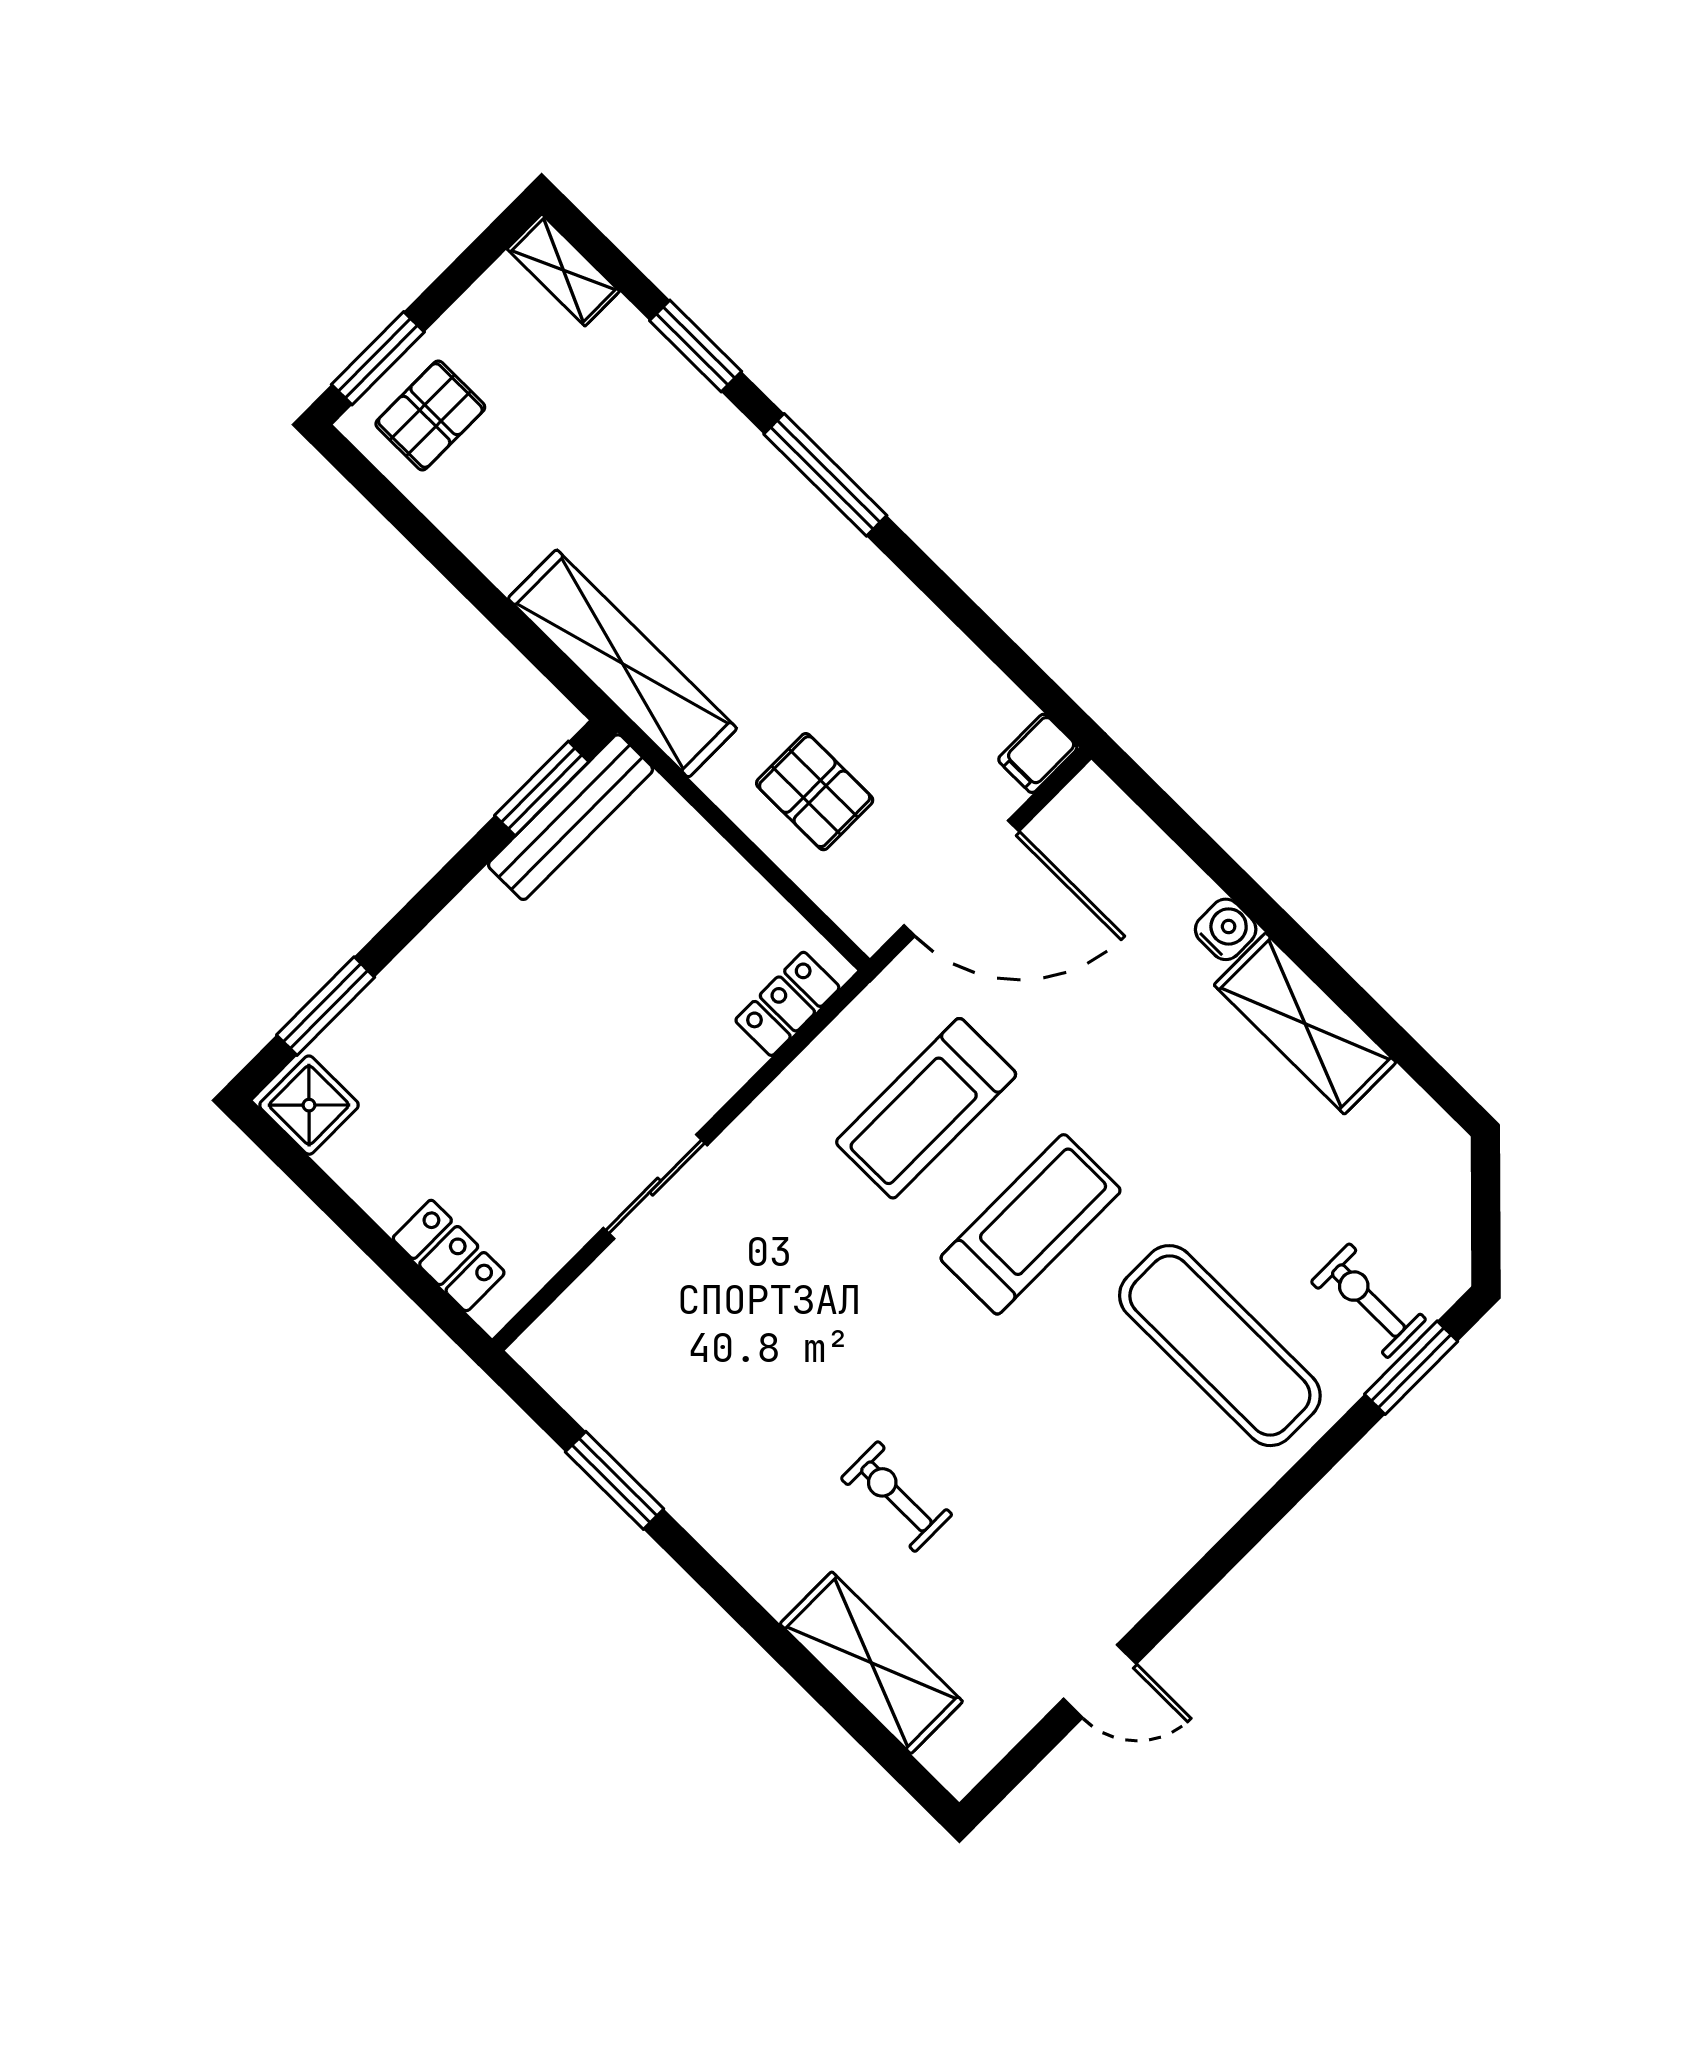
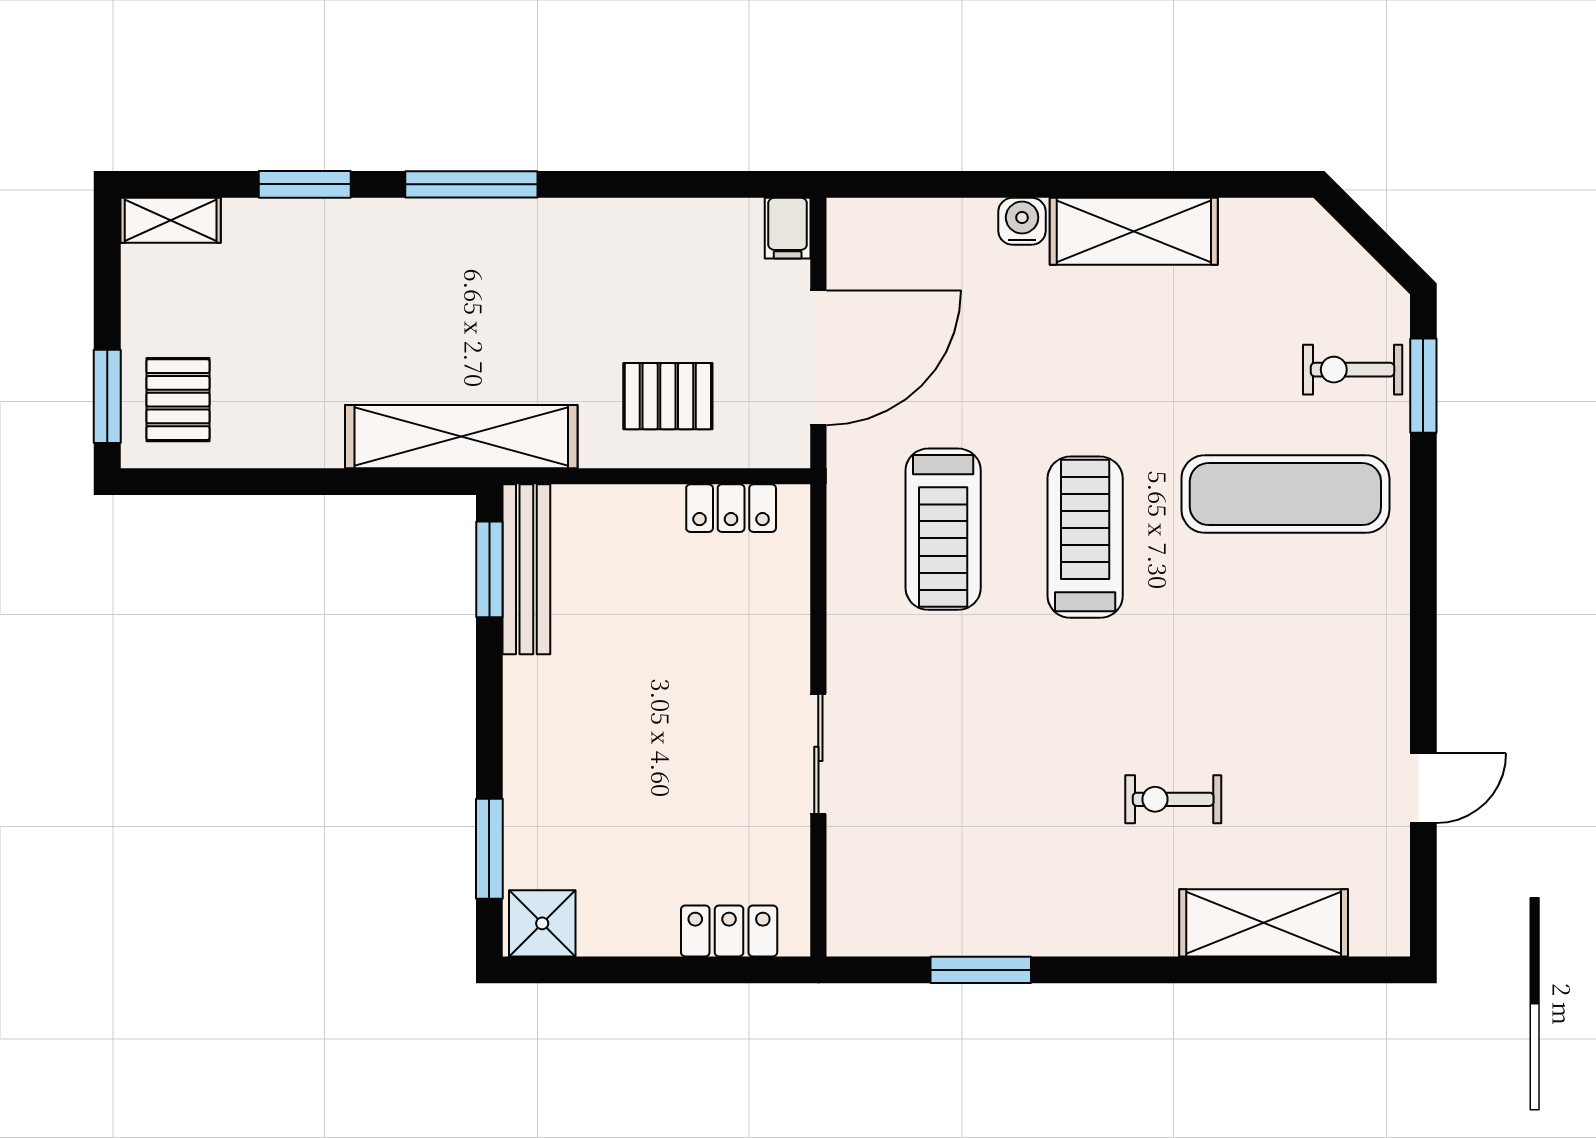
locker: (787, 1004) -> (731, 508), moved, turned -90

